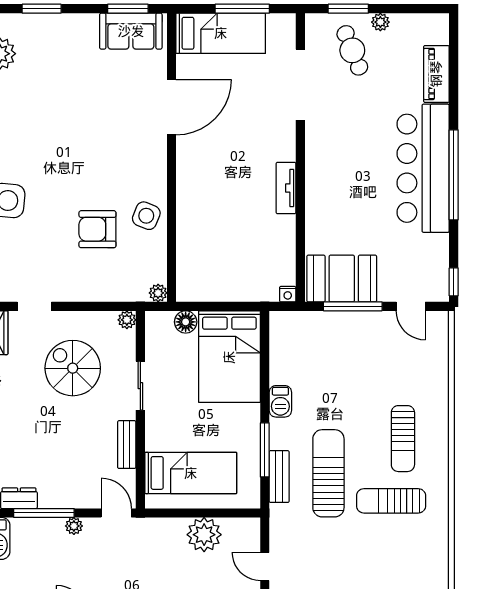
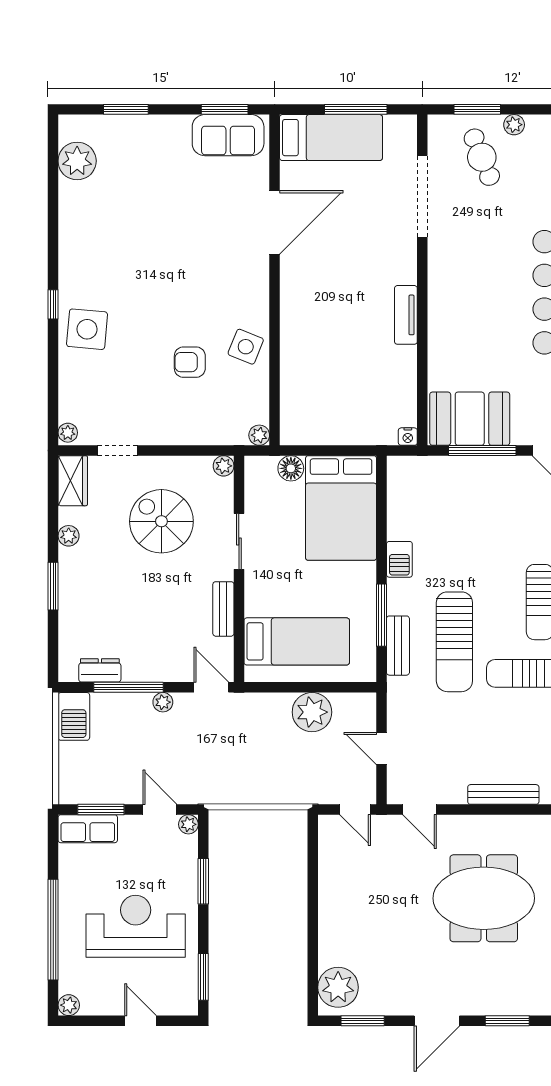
armchair: (97, 229) -> (190, 362), width x0.72, depth x0.72
sun lounger: (328, 473) -> (454, 642), turned 180

